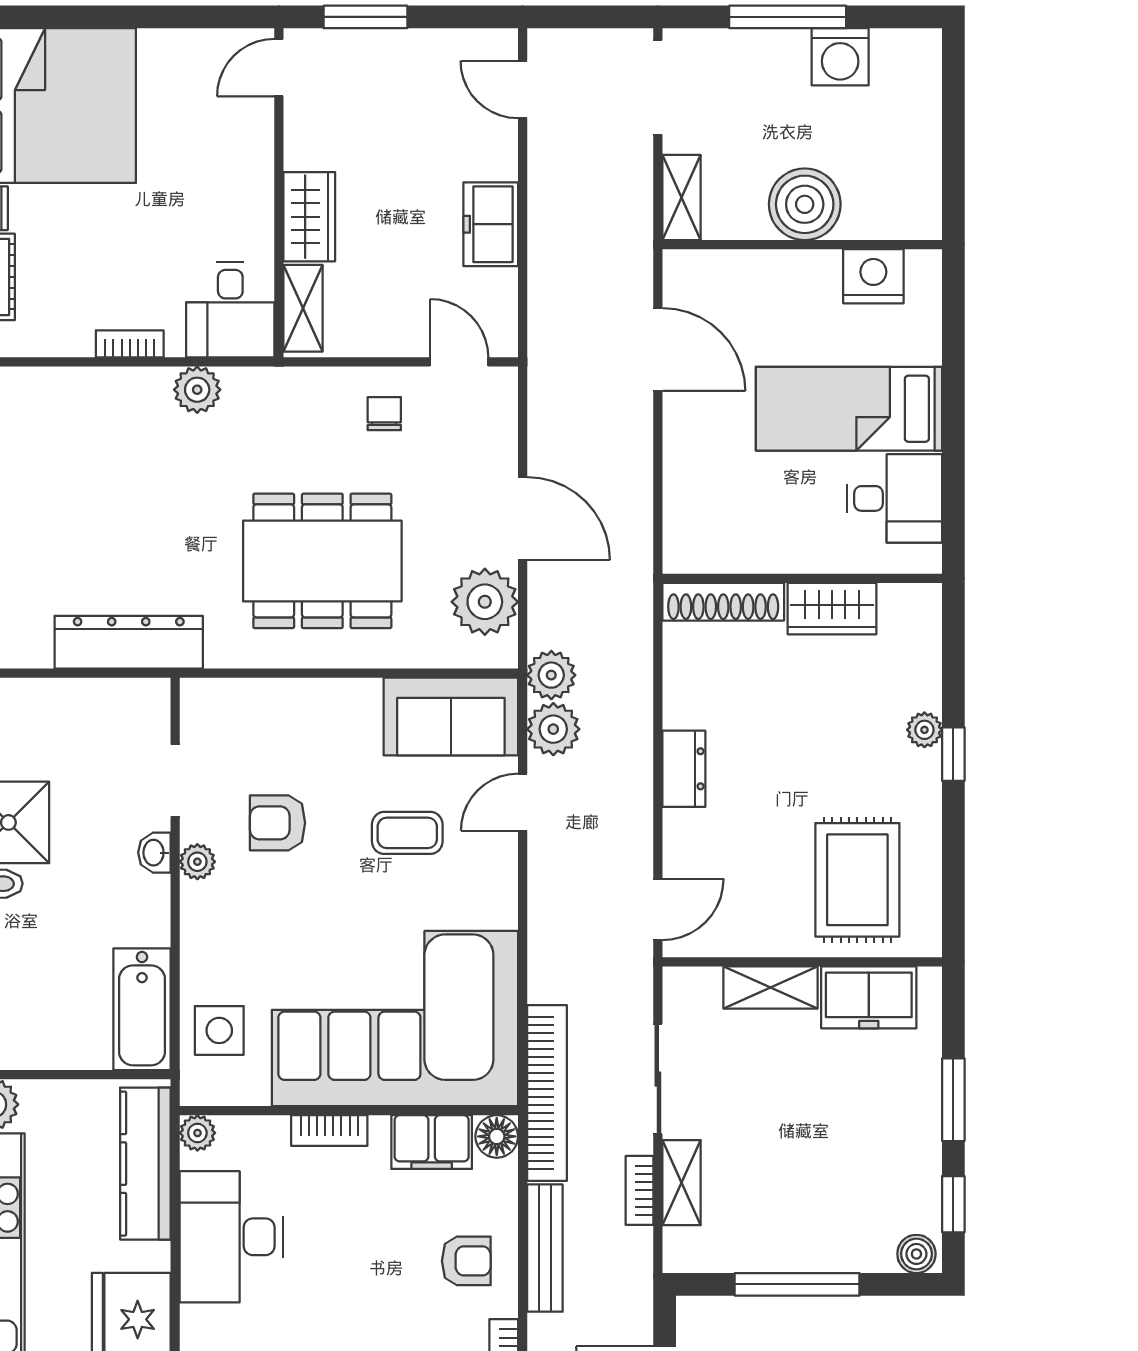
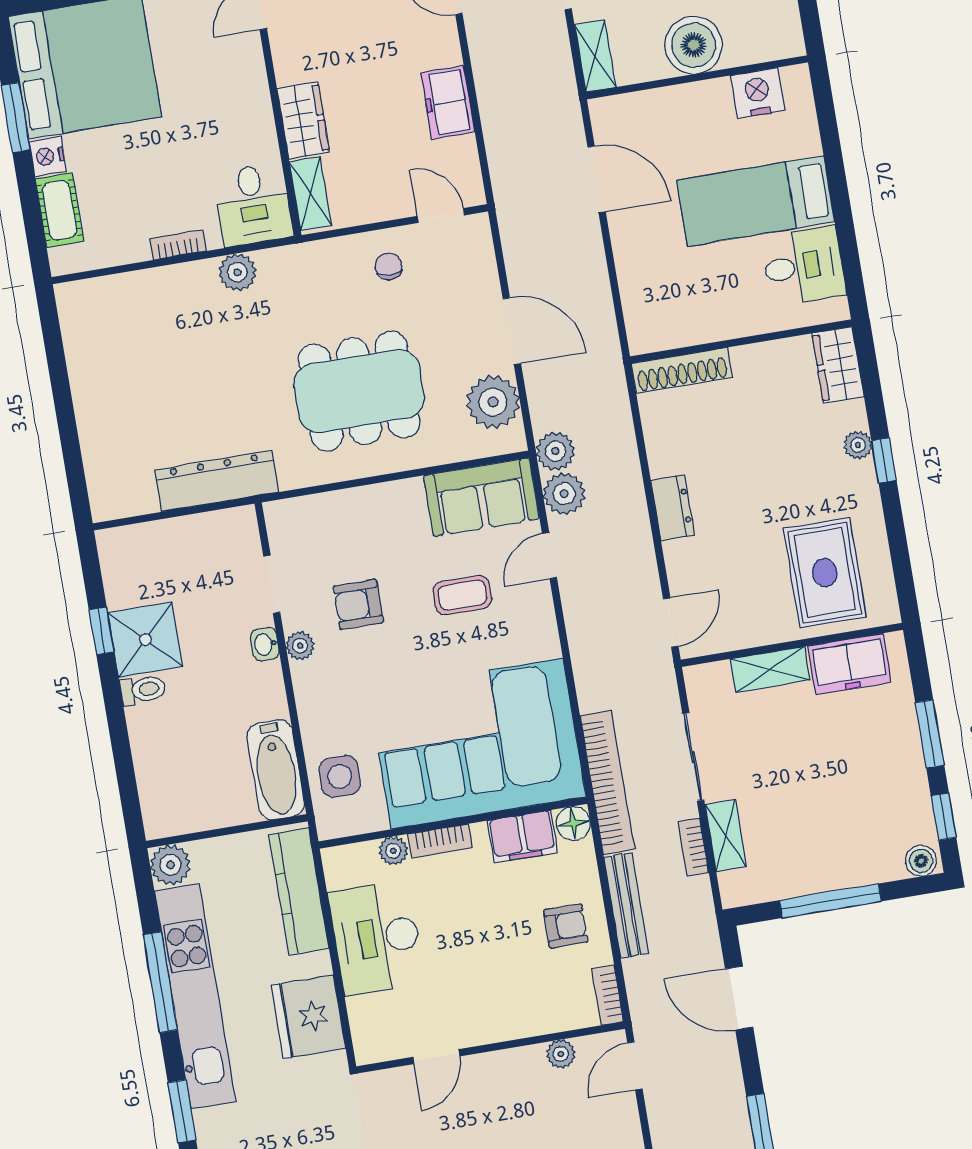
wardrobe: (832, 609) -> (838, 365), moved, turned 90
plant: (197, 1133) -> (393, 851), moved

